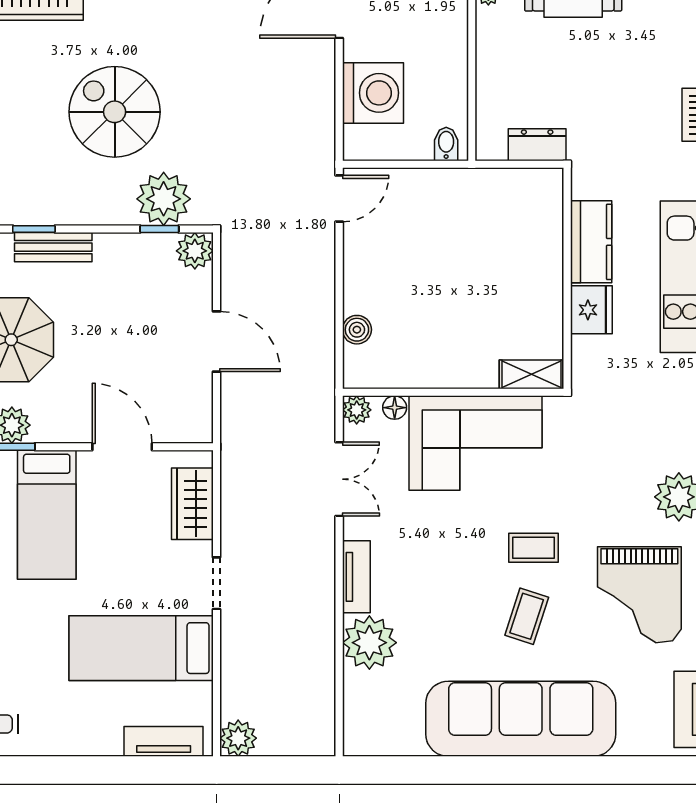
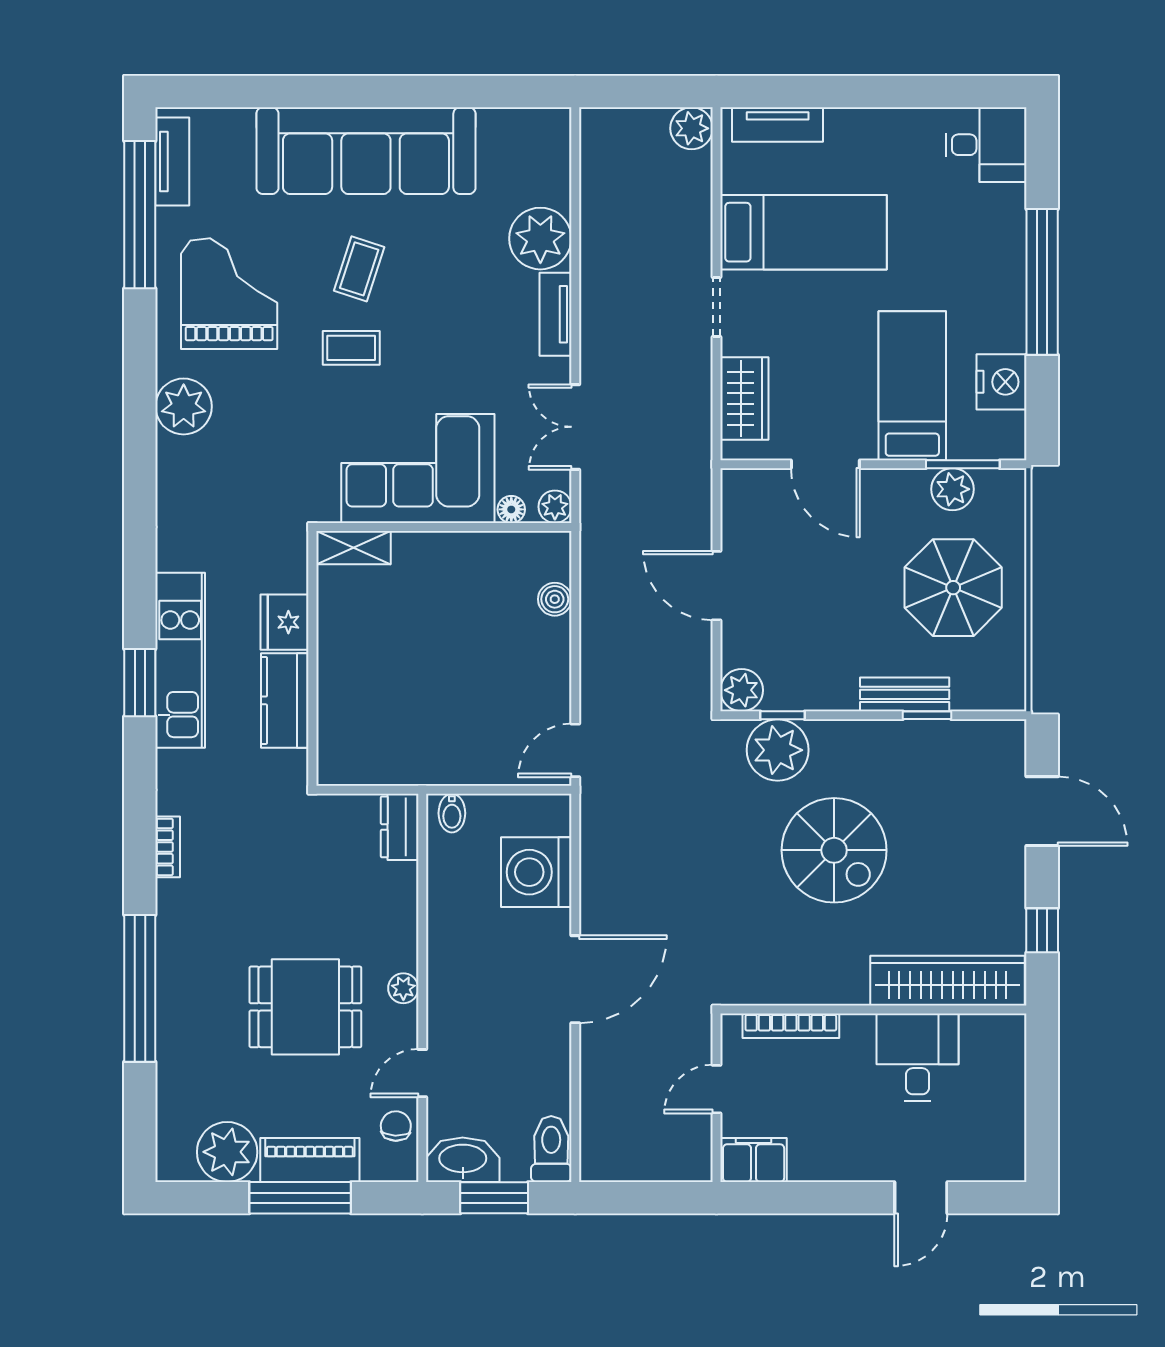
dresser: (537, 145) -> (400, 827), moved, turned 90

